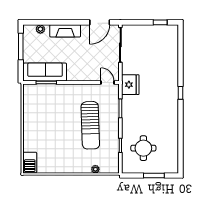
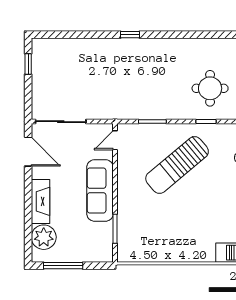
plant: (40, 29) -> (44, 237), width x1.87, depth x1.87
sofa: (45, 72) -> (100, 190), moved
fridge: (130, 85) -> (118, 107), removed
sun lounger: (90, 125) -> (177, 165), turned 142

